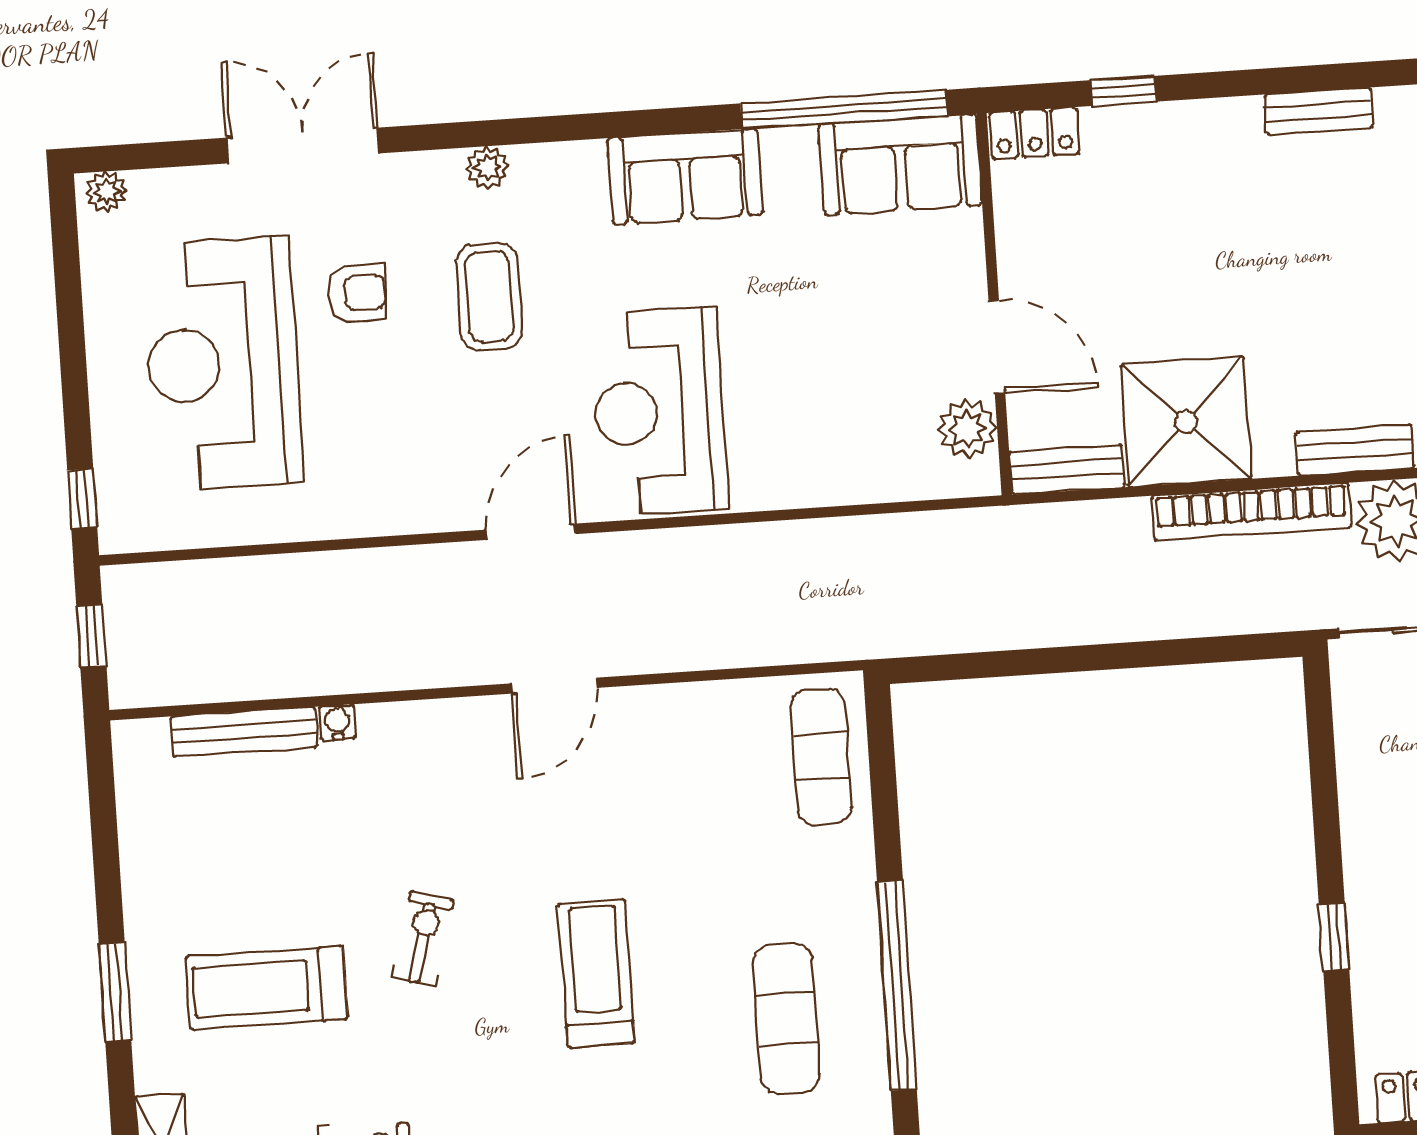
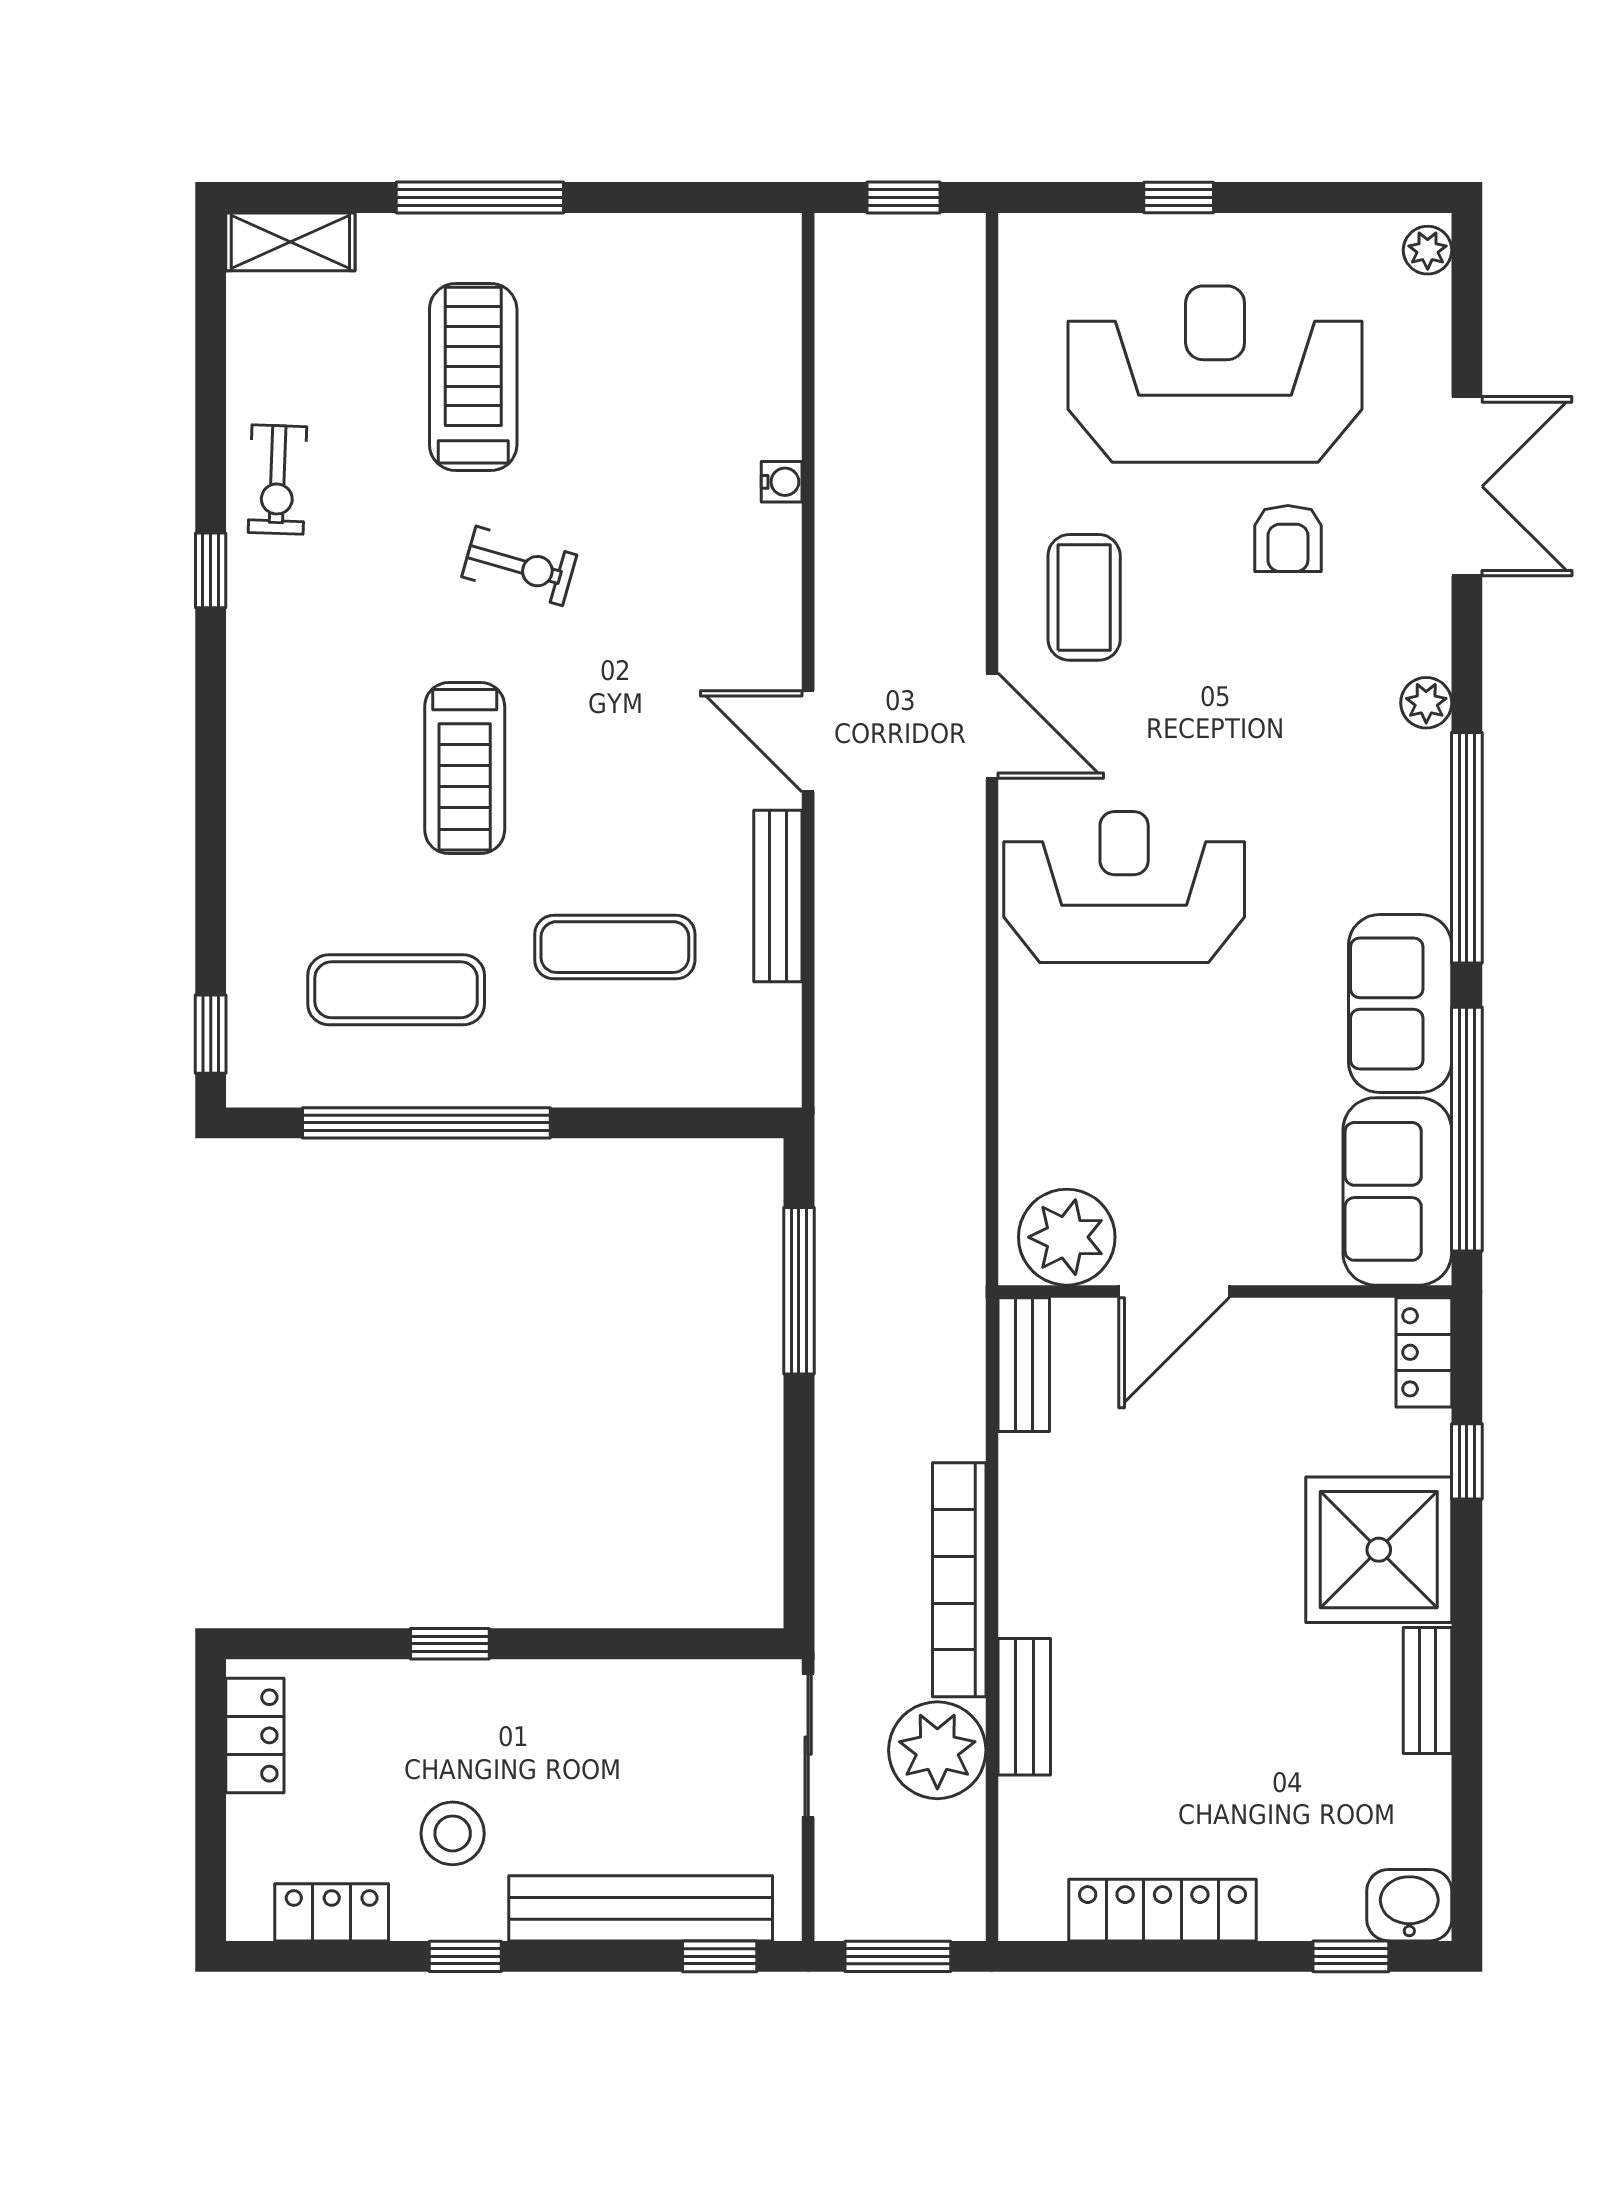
window: (607, 125) -> (1467, 848), added
sofa: (685, 177) -> (1400, 1004), moved
coffee table: (489, 297) -> (1084, 597), moved, turned 90
shower: (1186, 421) -> (1379, 1550), moved
plant: (967, 429) -> (1067, 1237), width x1.36, depth x1.36
window: (82, 499) -> (1179, 198), moved
window: (1017, 663) -> (799, 1291), added
bench: (244, 732) -> (778, 896), moved
exercise mat: (821, 756) -> (615, 947), moved
treadmill: (596, 973) -> (465, 768), turned 90
window: (115, 992) -> (480, 198), width x1.44

